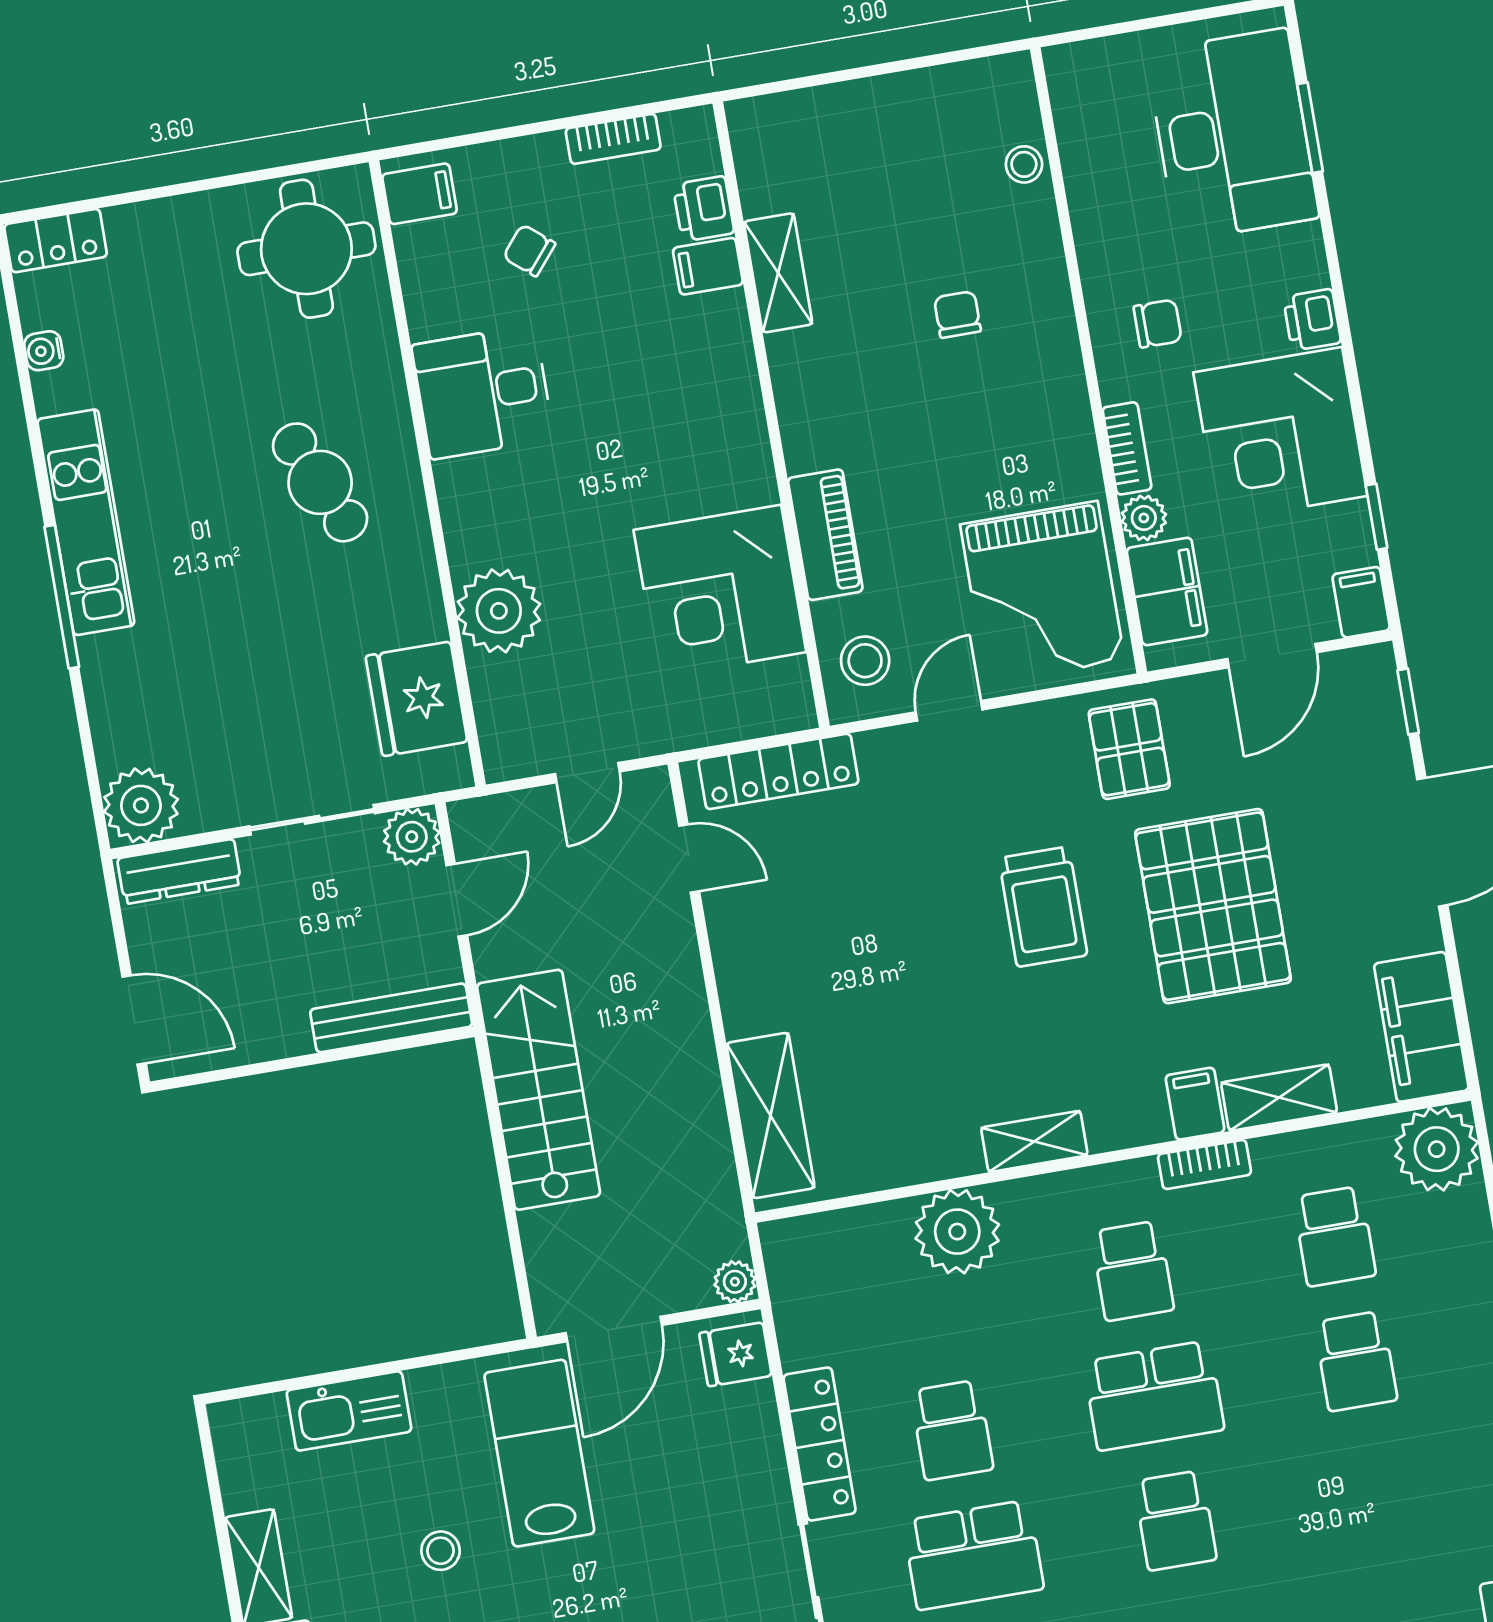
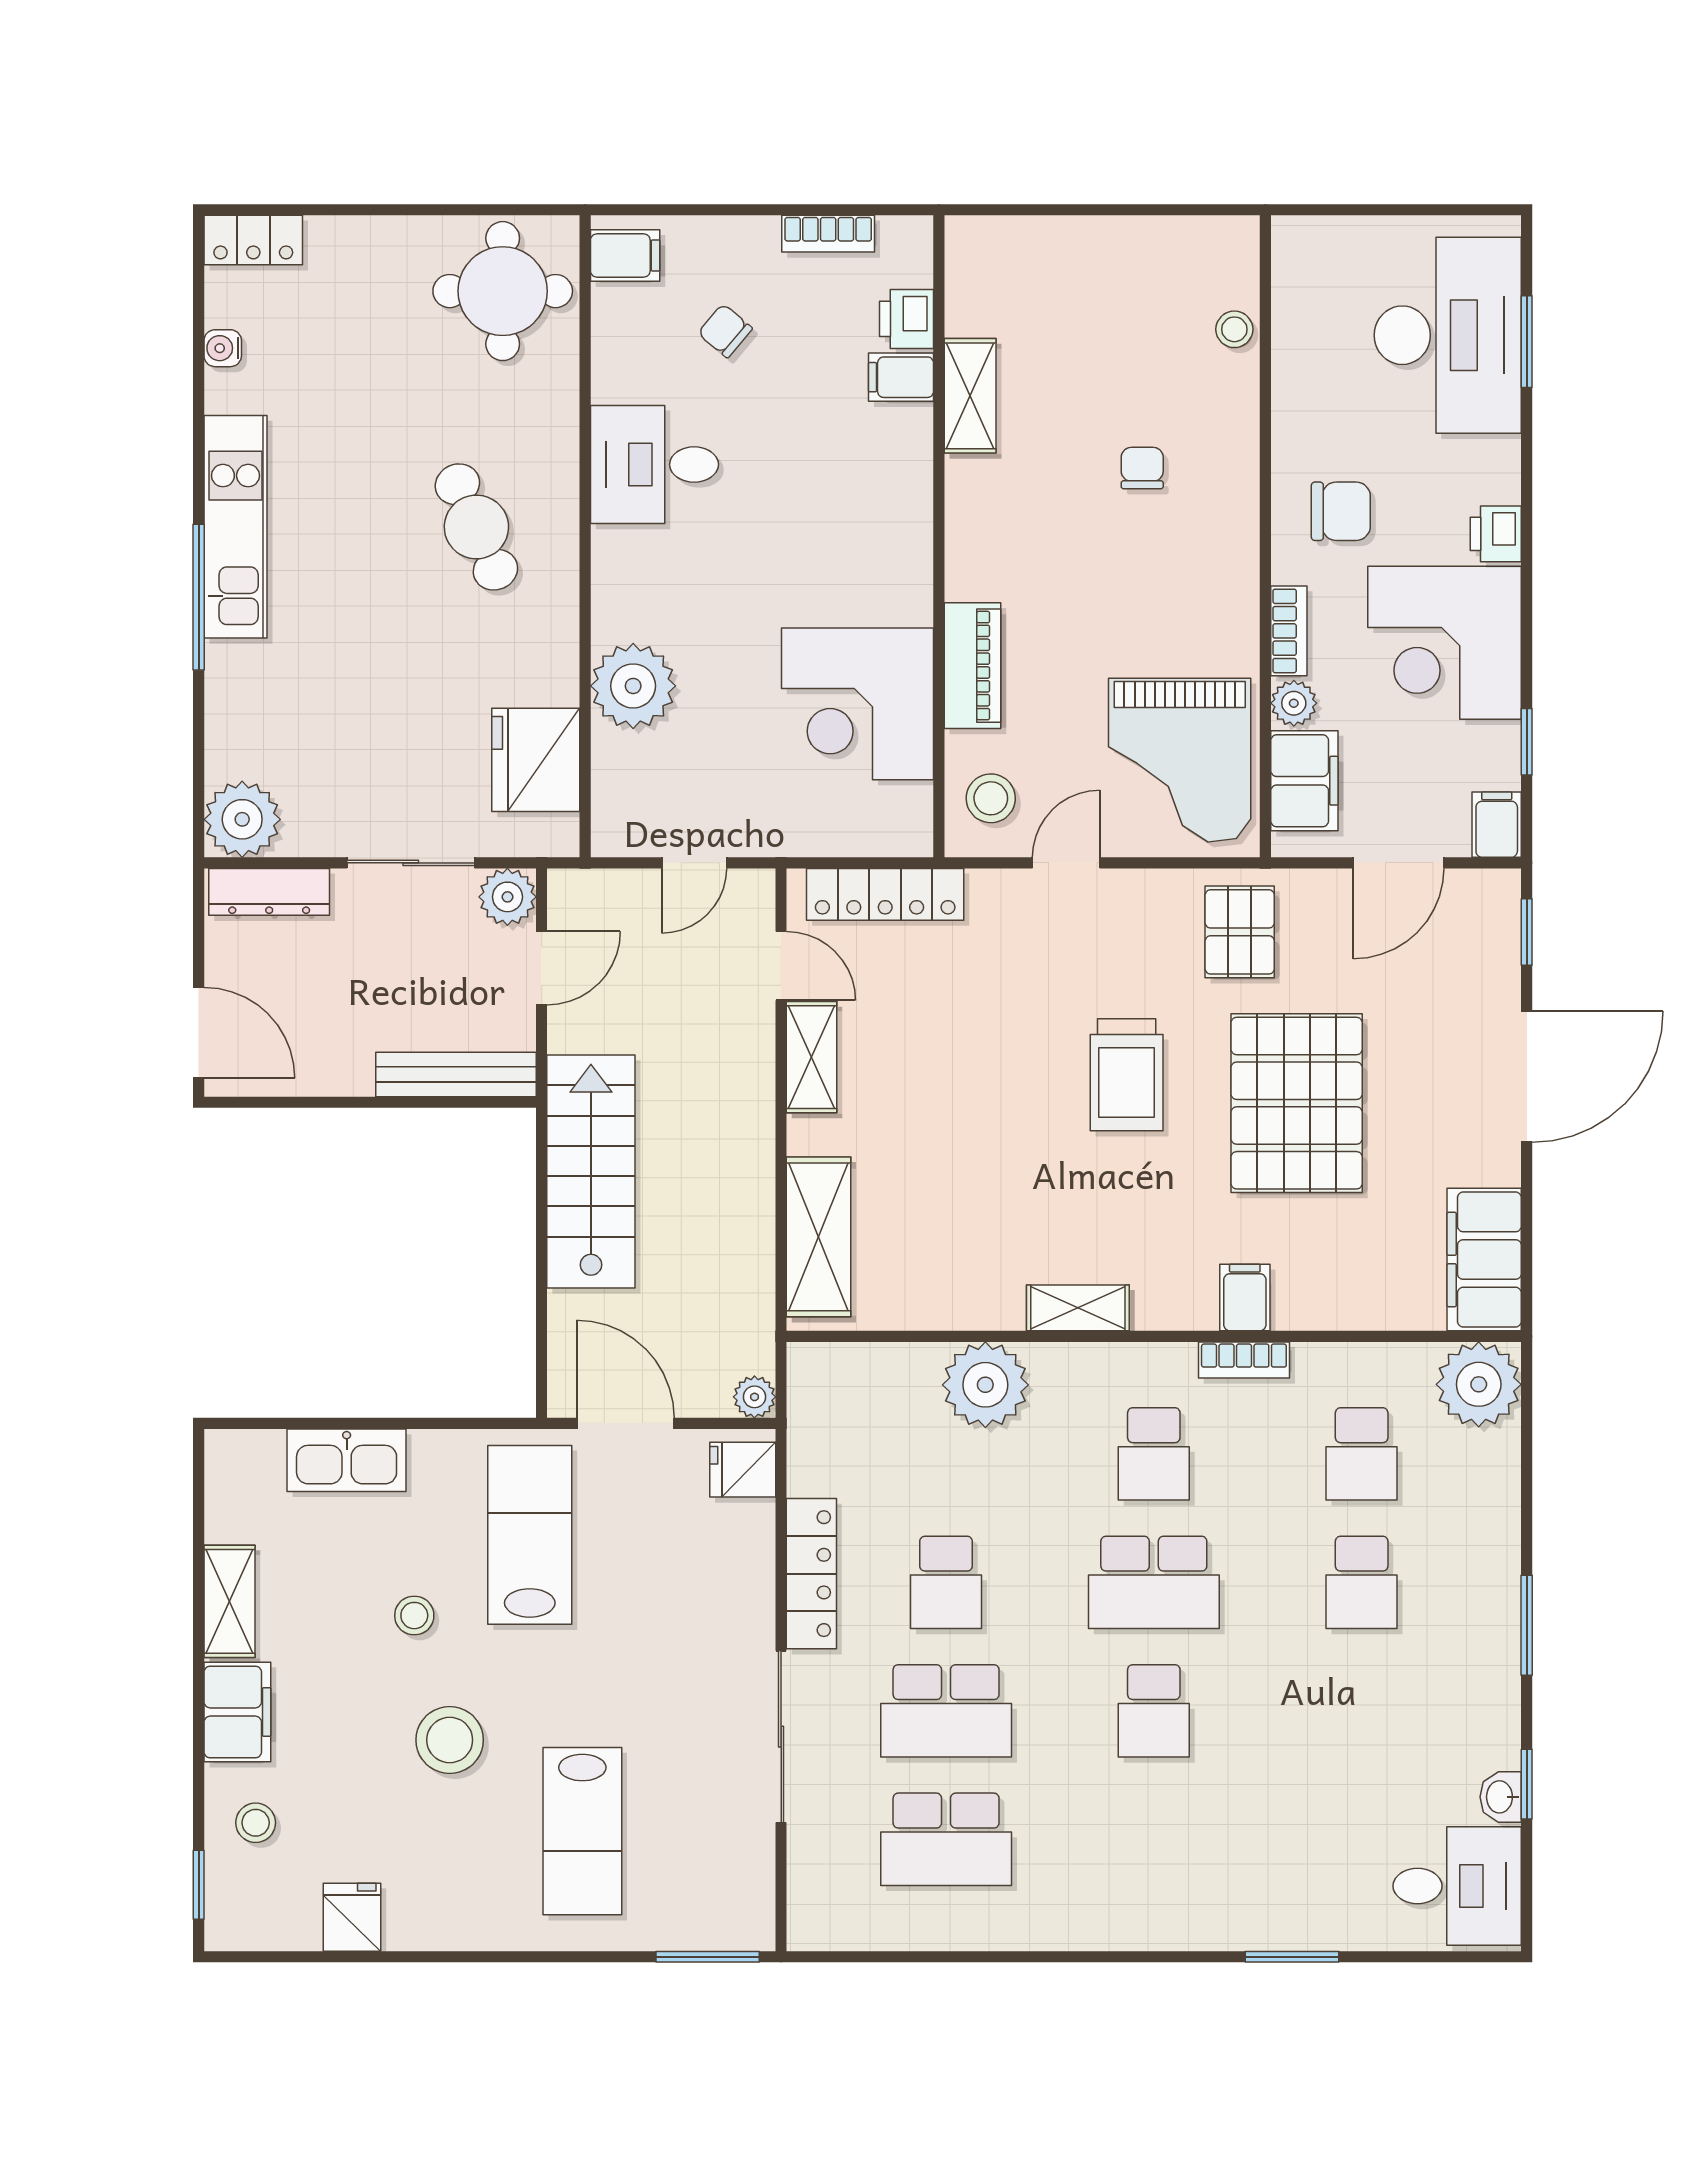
chair: (1158, 324) -> (1341, 511), width x1.37, depth x1.37
shelving: (1279, 1098) -> (812, 1057), moved, turned 90
door: (614, 1329) -> (625, 1423), swing flipped

